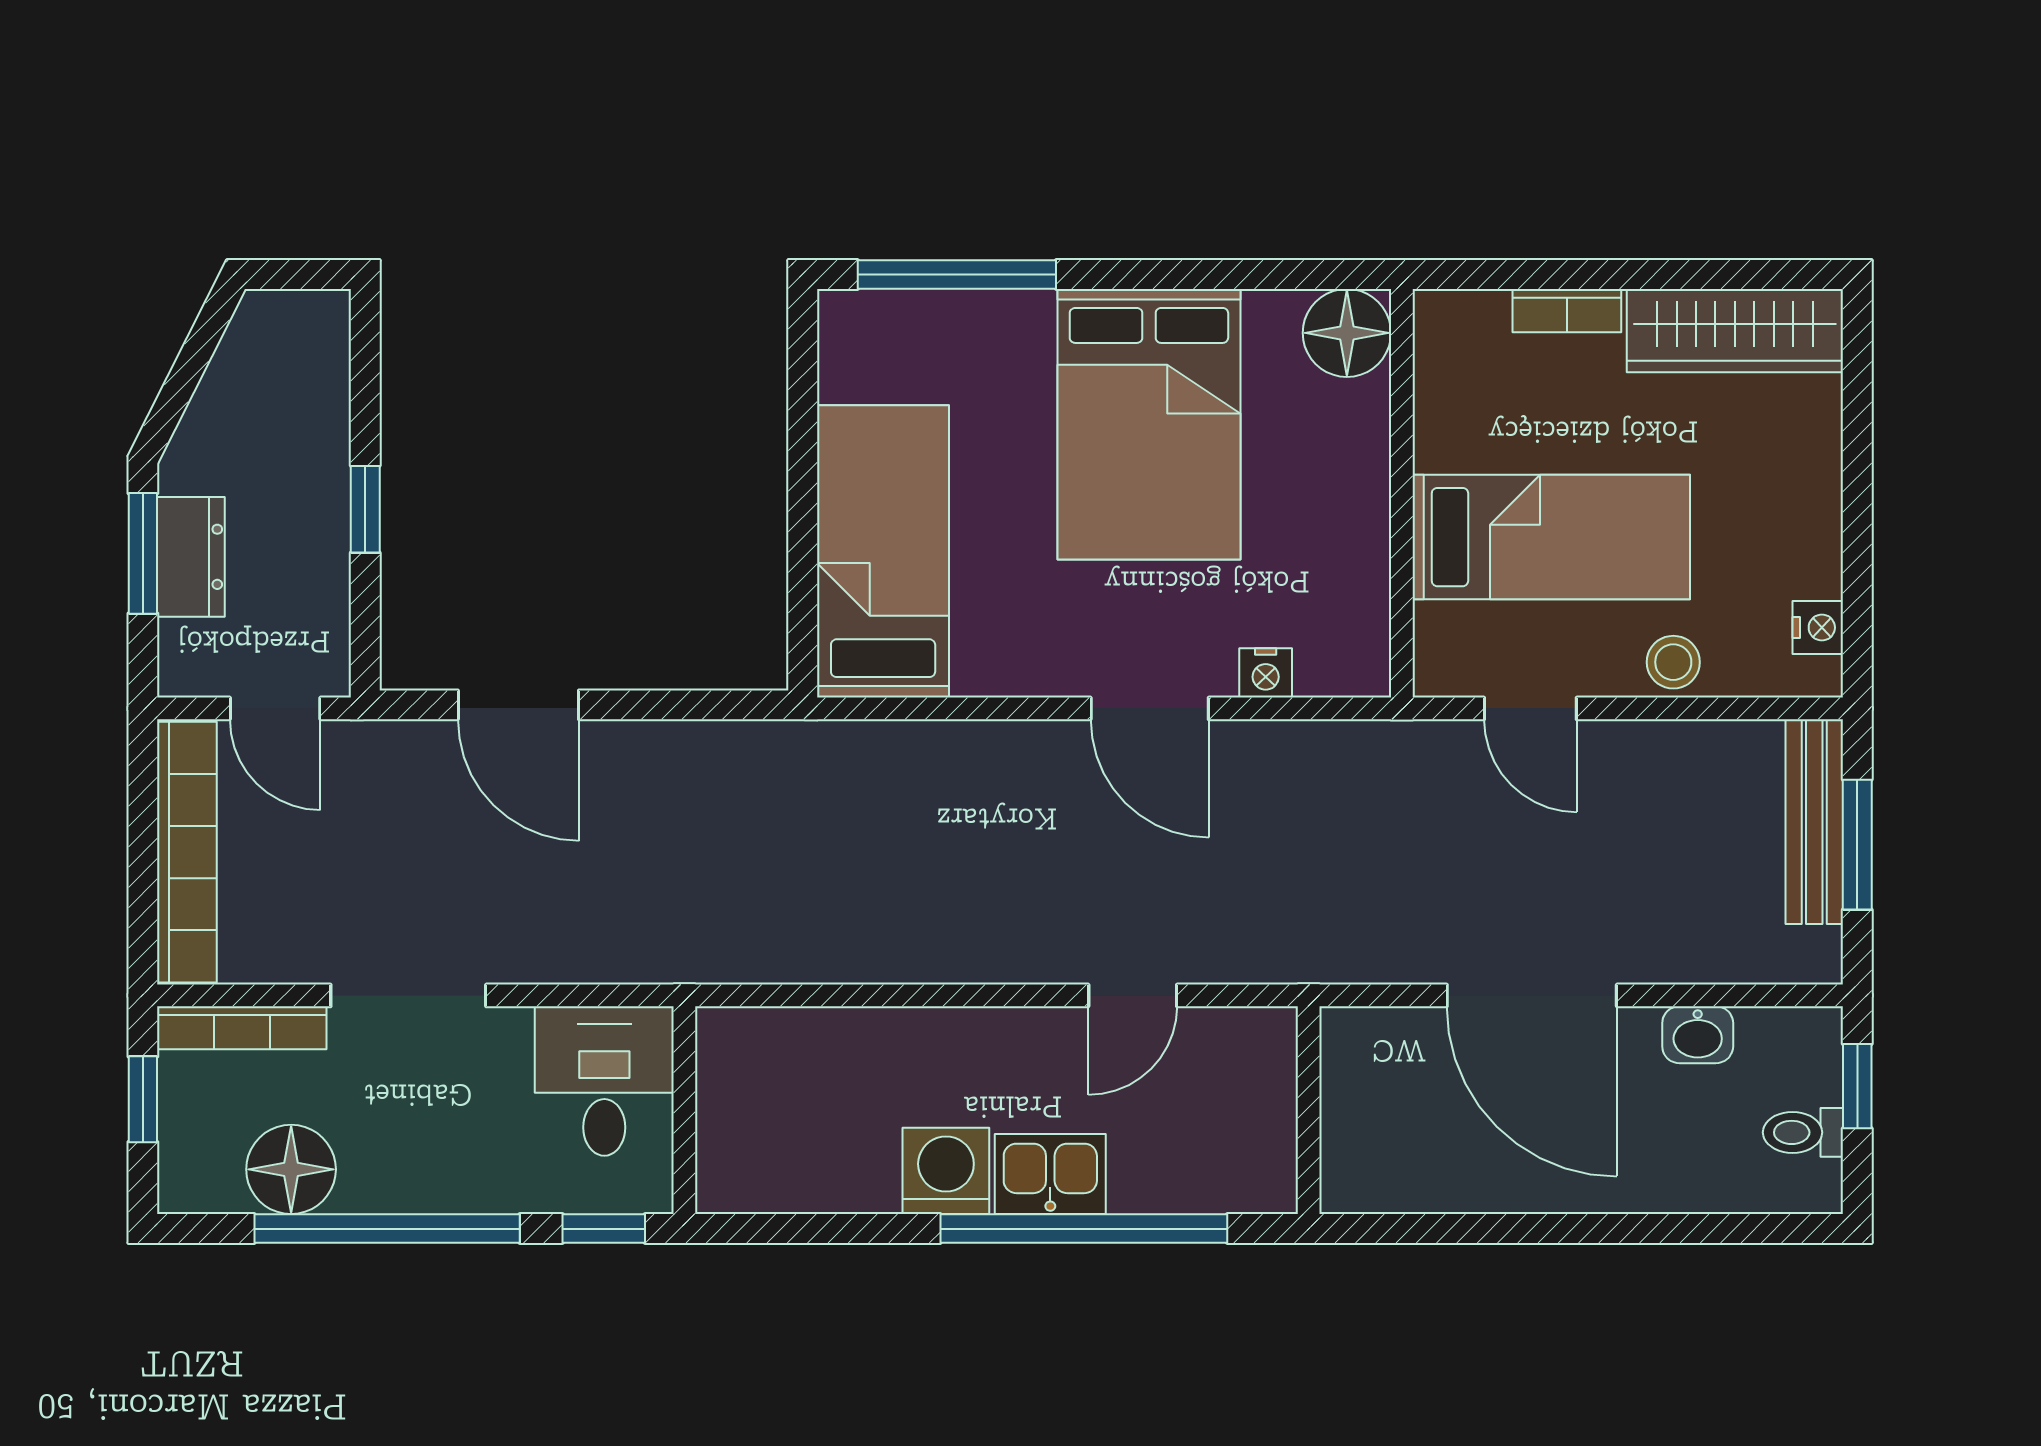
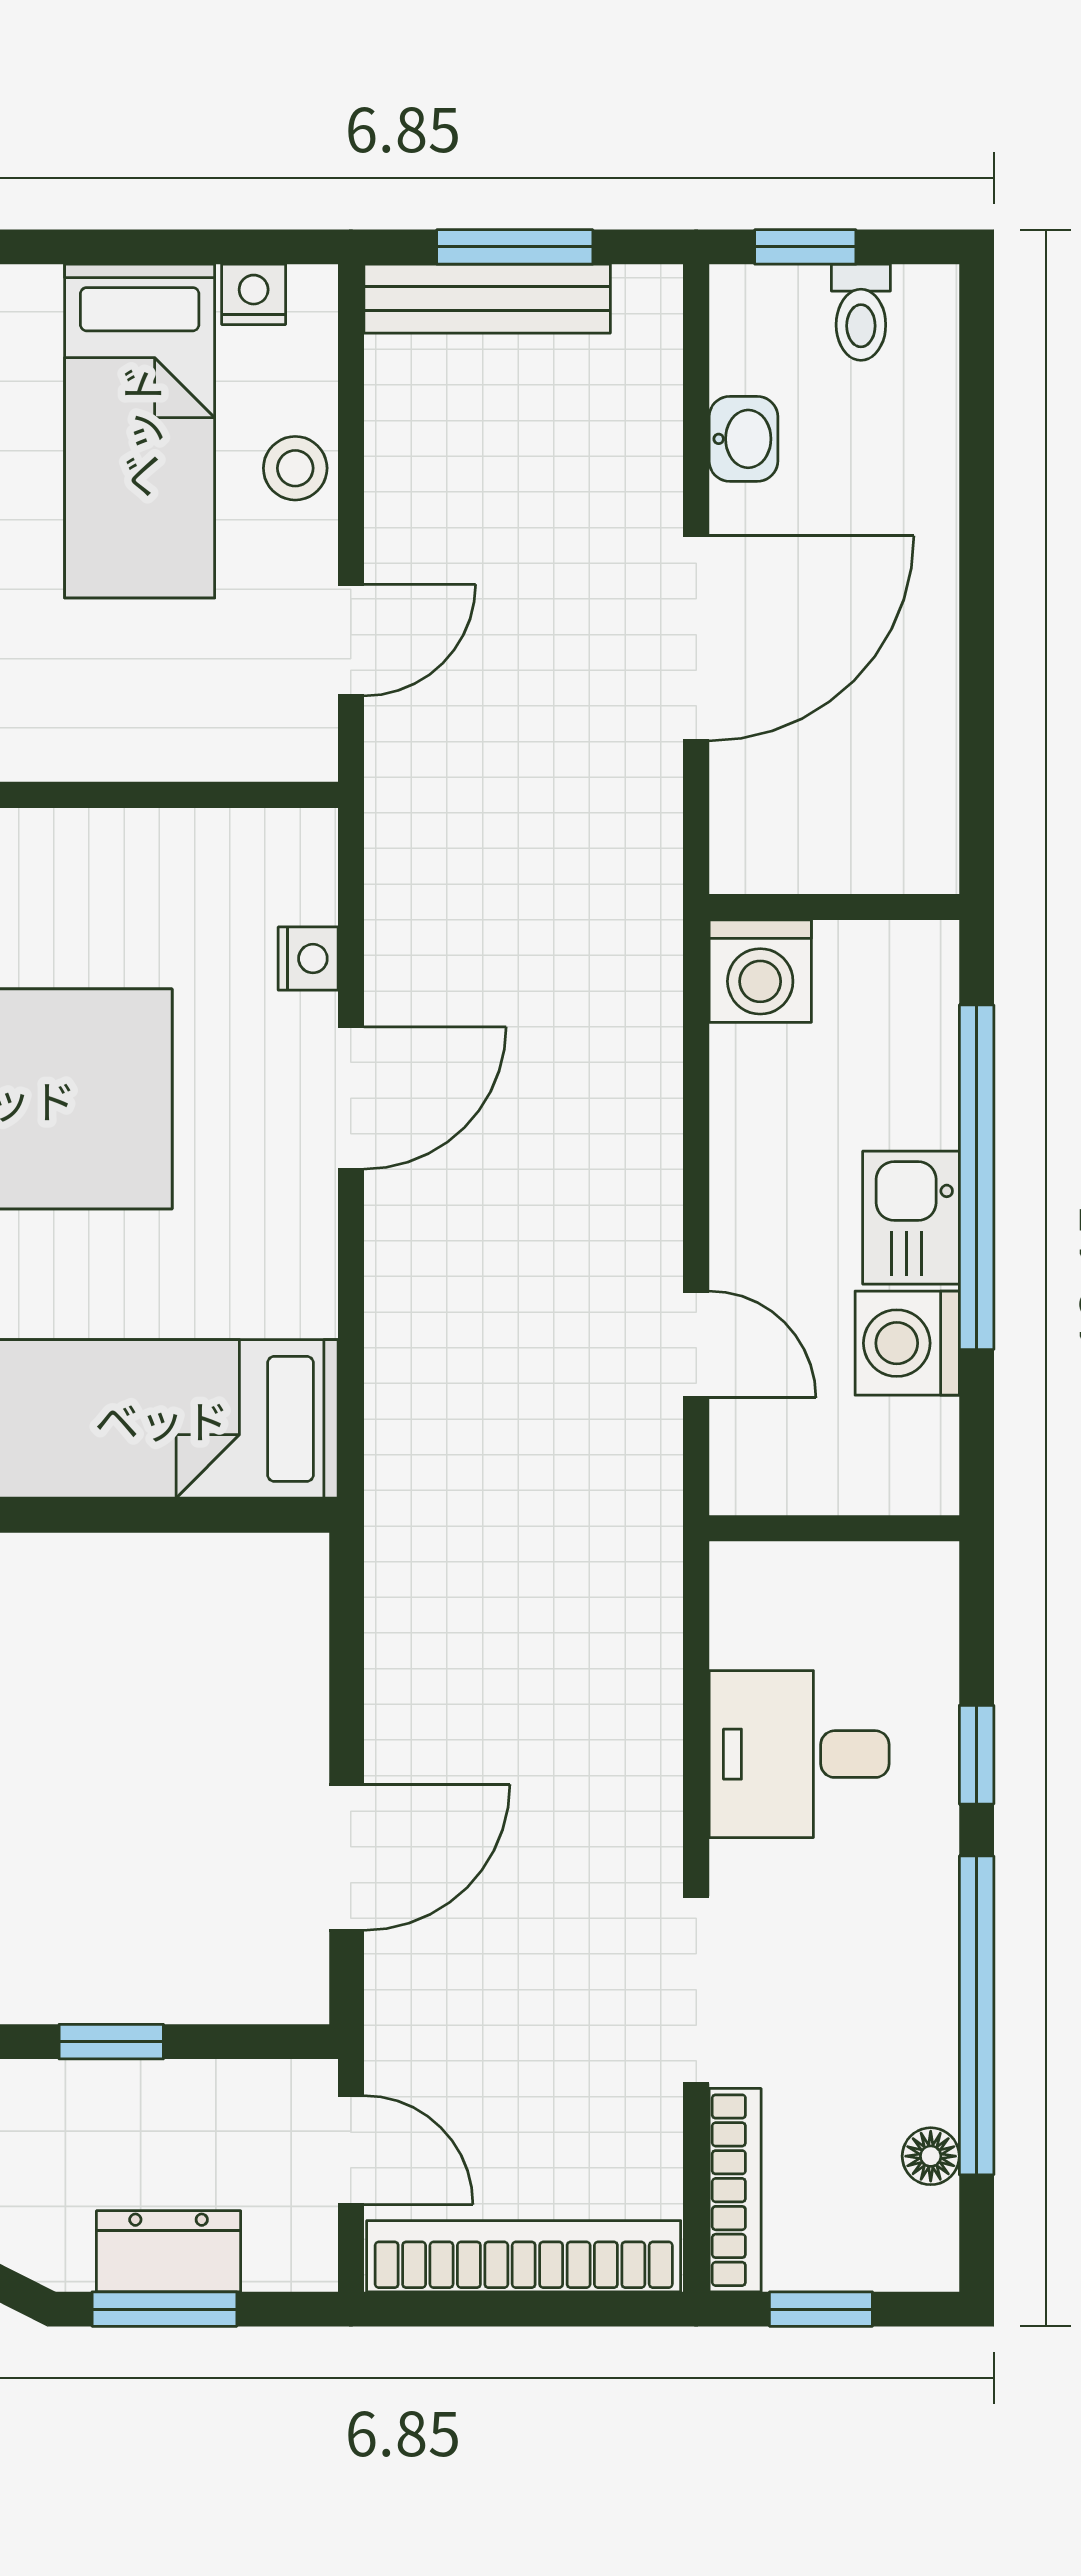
bed: (1551, 537) -> (140, 431), moved, turned 180
door: (275, 708) -> (351, 2150), hinge flipped
door: (1133, 995) -> (696, 1344), moved
washing machine: (1255, 1049) -> (760, 971), added
wall: (684, 1110) -> (834, 1528), moved
floor lamp: (291, 1169) -> (931, 2156), width x0.53, depth x0.53

